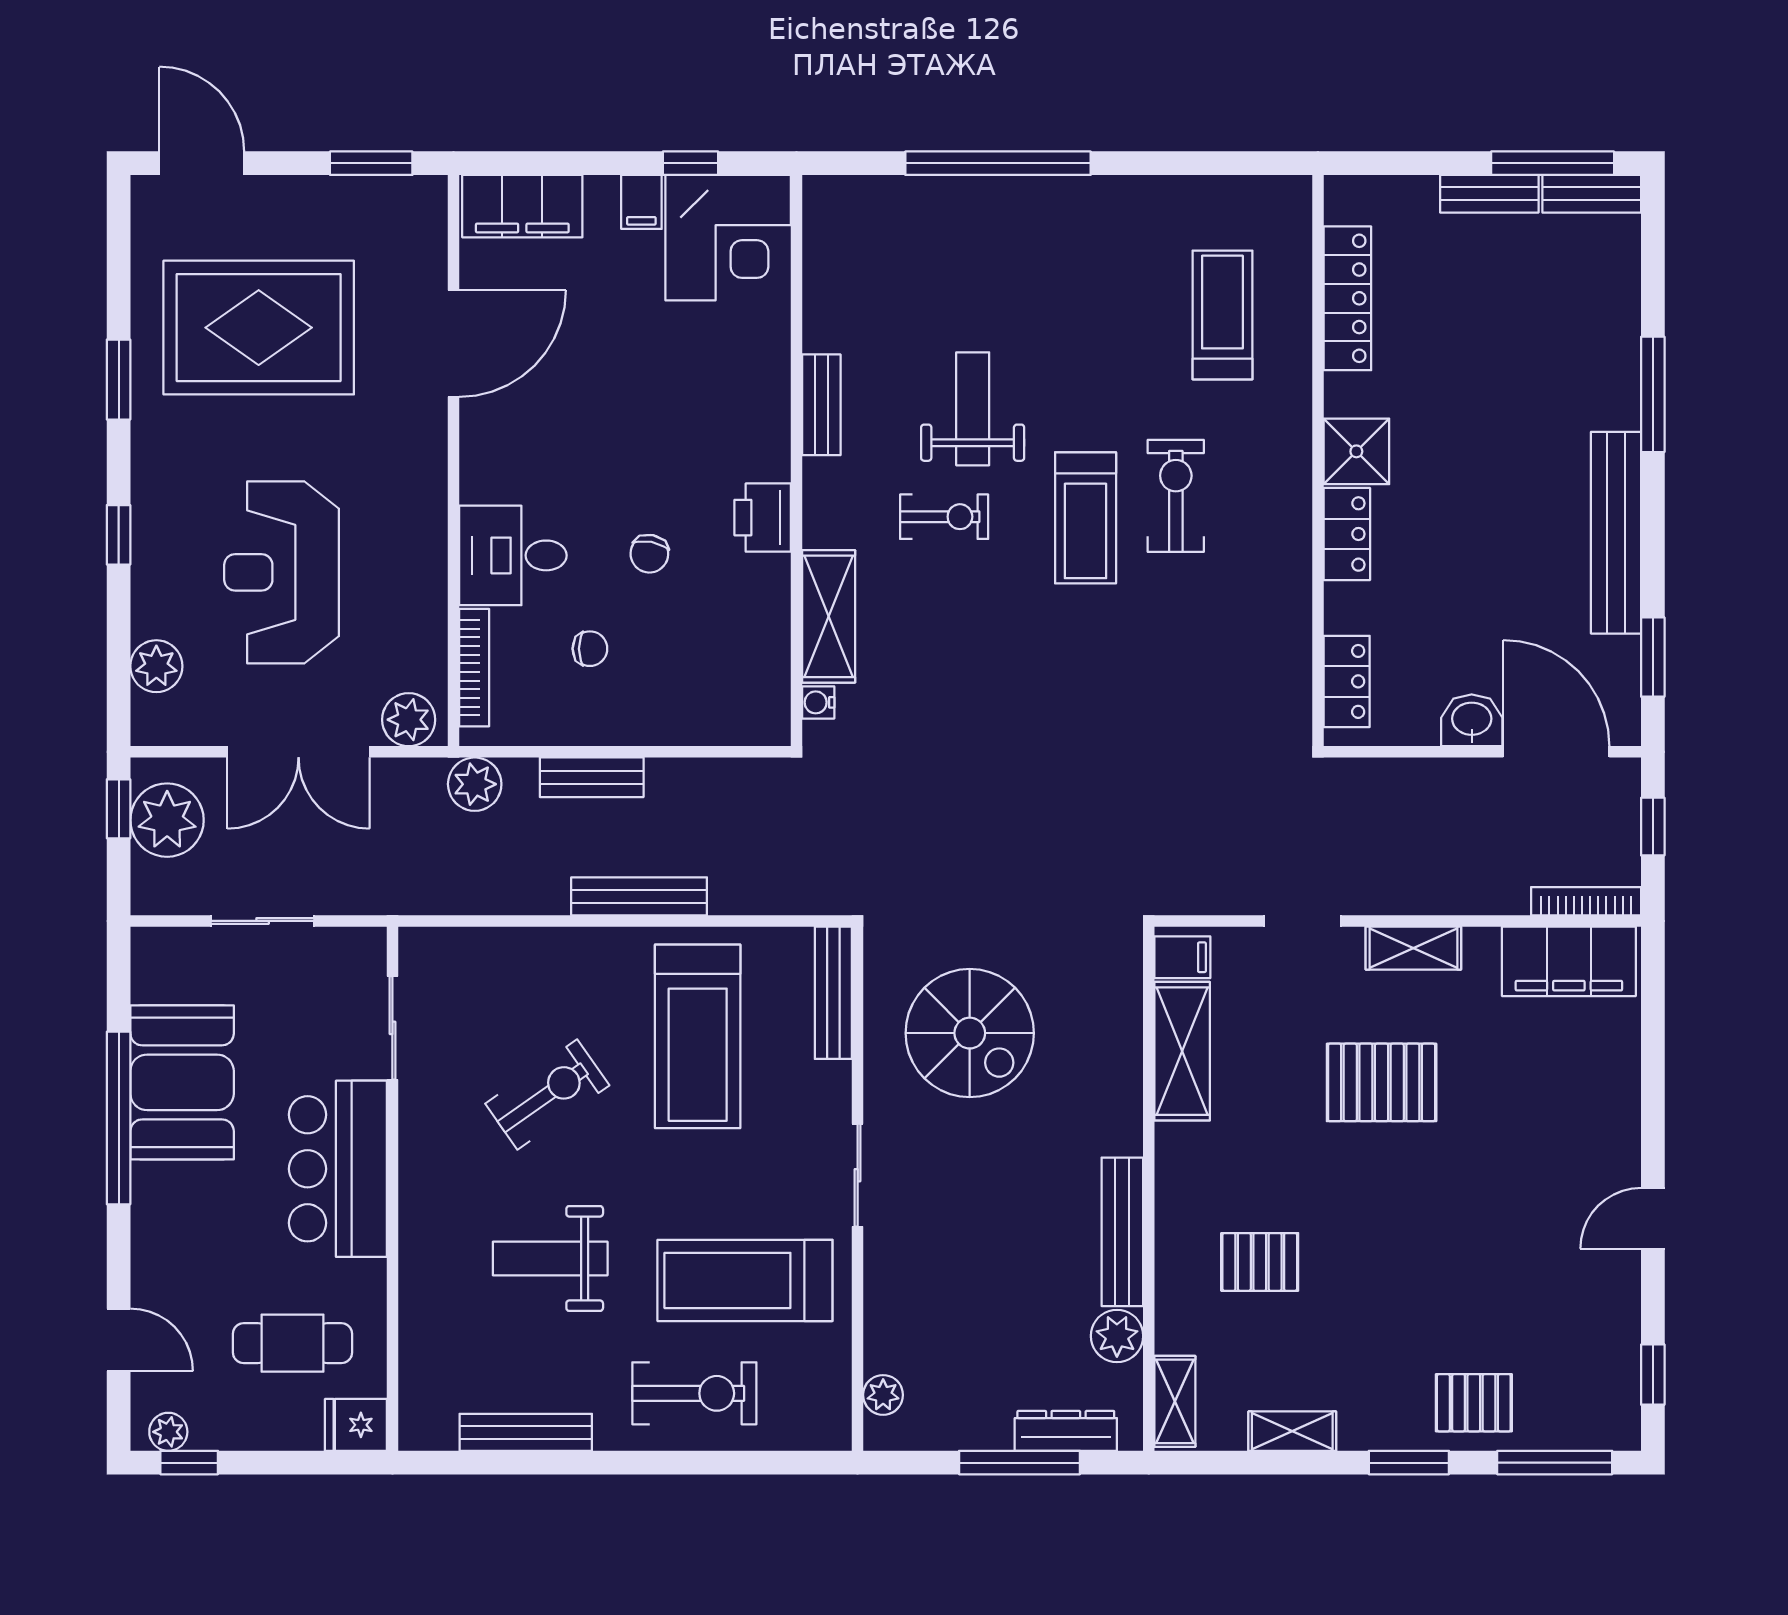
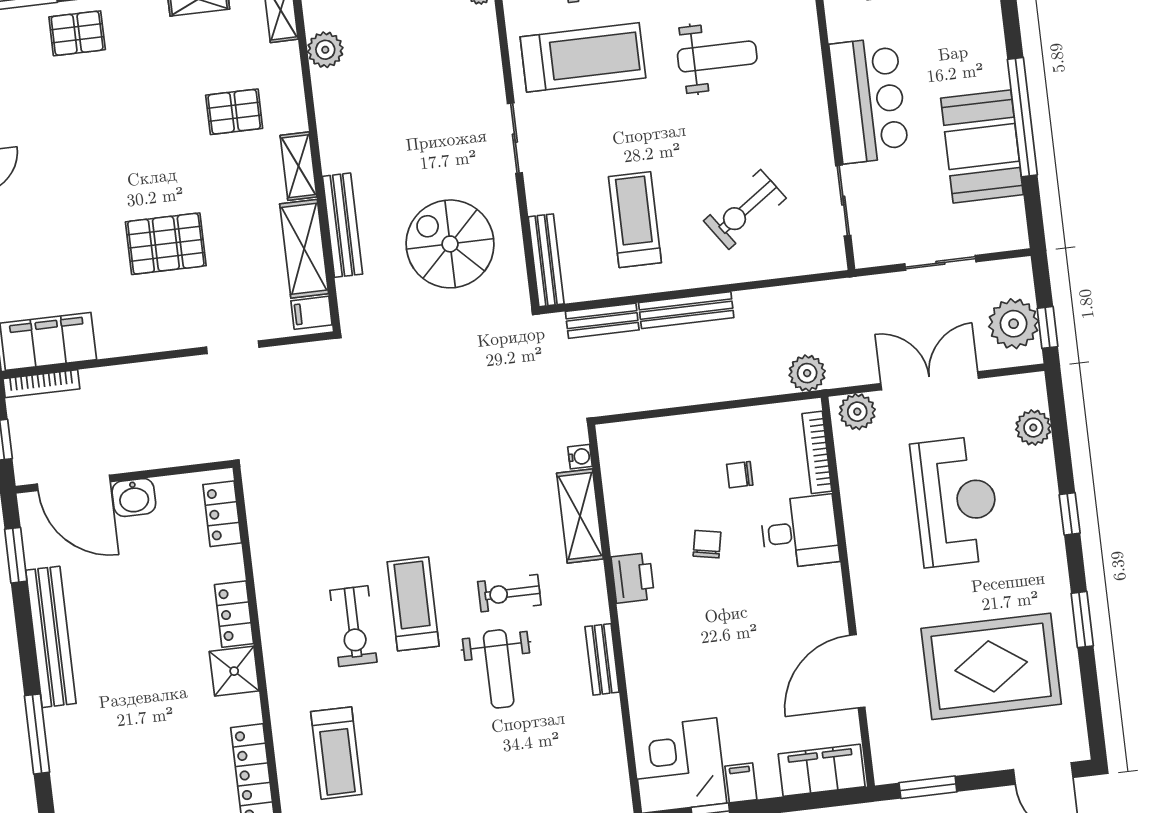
bench: (592, 777) -> (602, 321), moved
shelving: (1413, 948) -> (299, 166), moved, turned 90
treadmill: (698, 1036) -> (635, 220), width x0.73, depth x0.73
exercise bike: (547, 1095) -> (745, 209), moved
bench: (1122, 1232) -> (342, 225), moved

